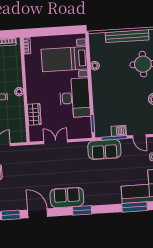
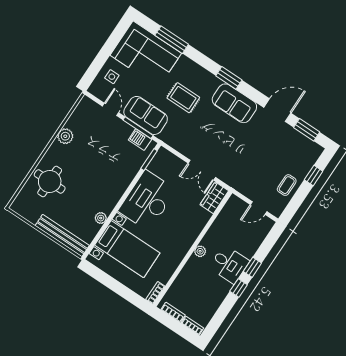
bench: (127, 36) -> (62, 236), moved
wardrobe: (34, 114) -> (214, 198), moved
barbecue: (119, 131) -> (140, 140), moved
sofa: (104, 150) -> (146, 115), moved
rug: (101, 177) -> (183, 98), added
door: (38, 213) -> (277, 110), swing flipped

